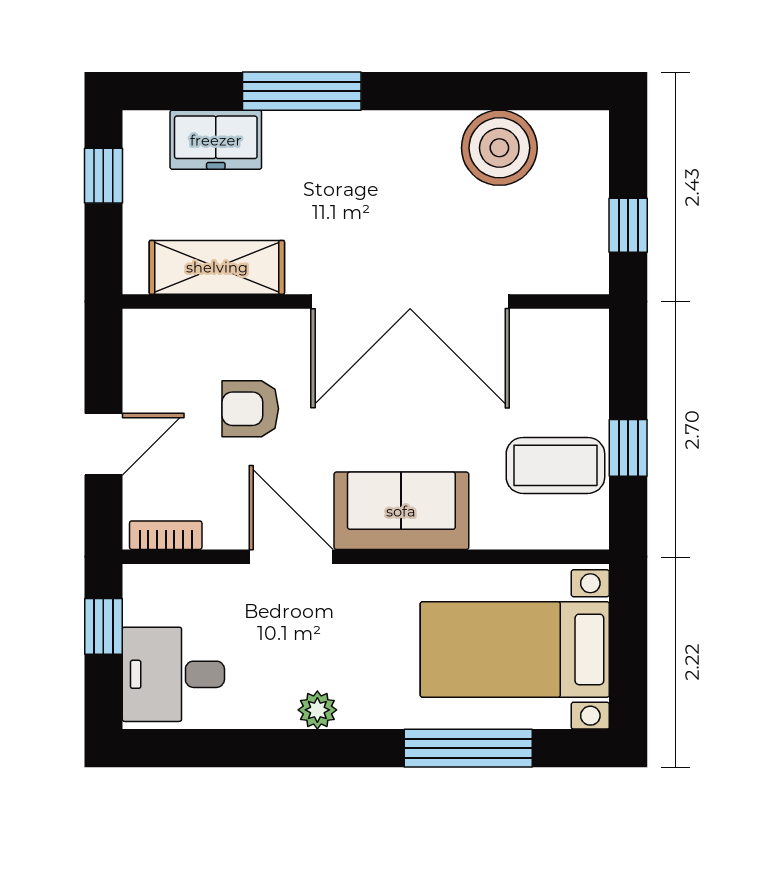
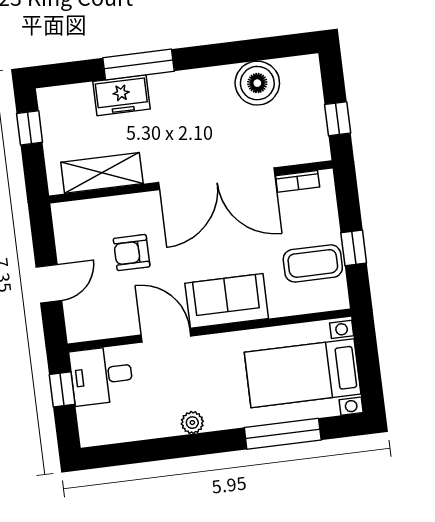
freezer: (216, 140) -> (121, 95), moved
bookcase: (166, 535) -> (298, 181), moved, turned 180
desk: (173, 674) -> (102, 376), moved

